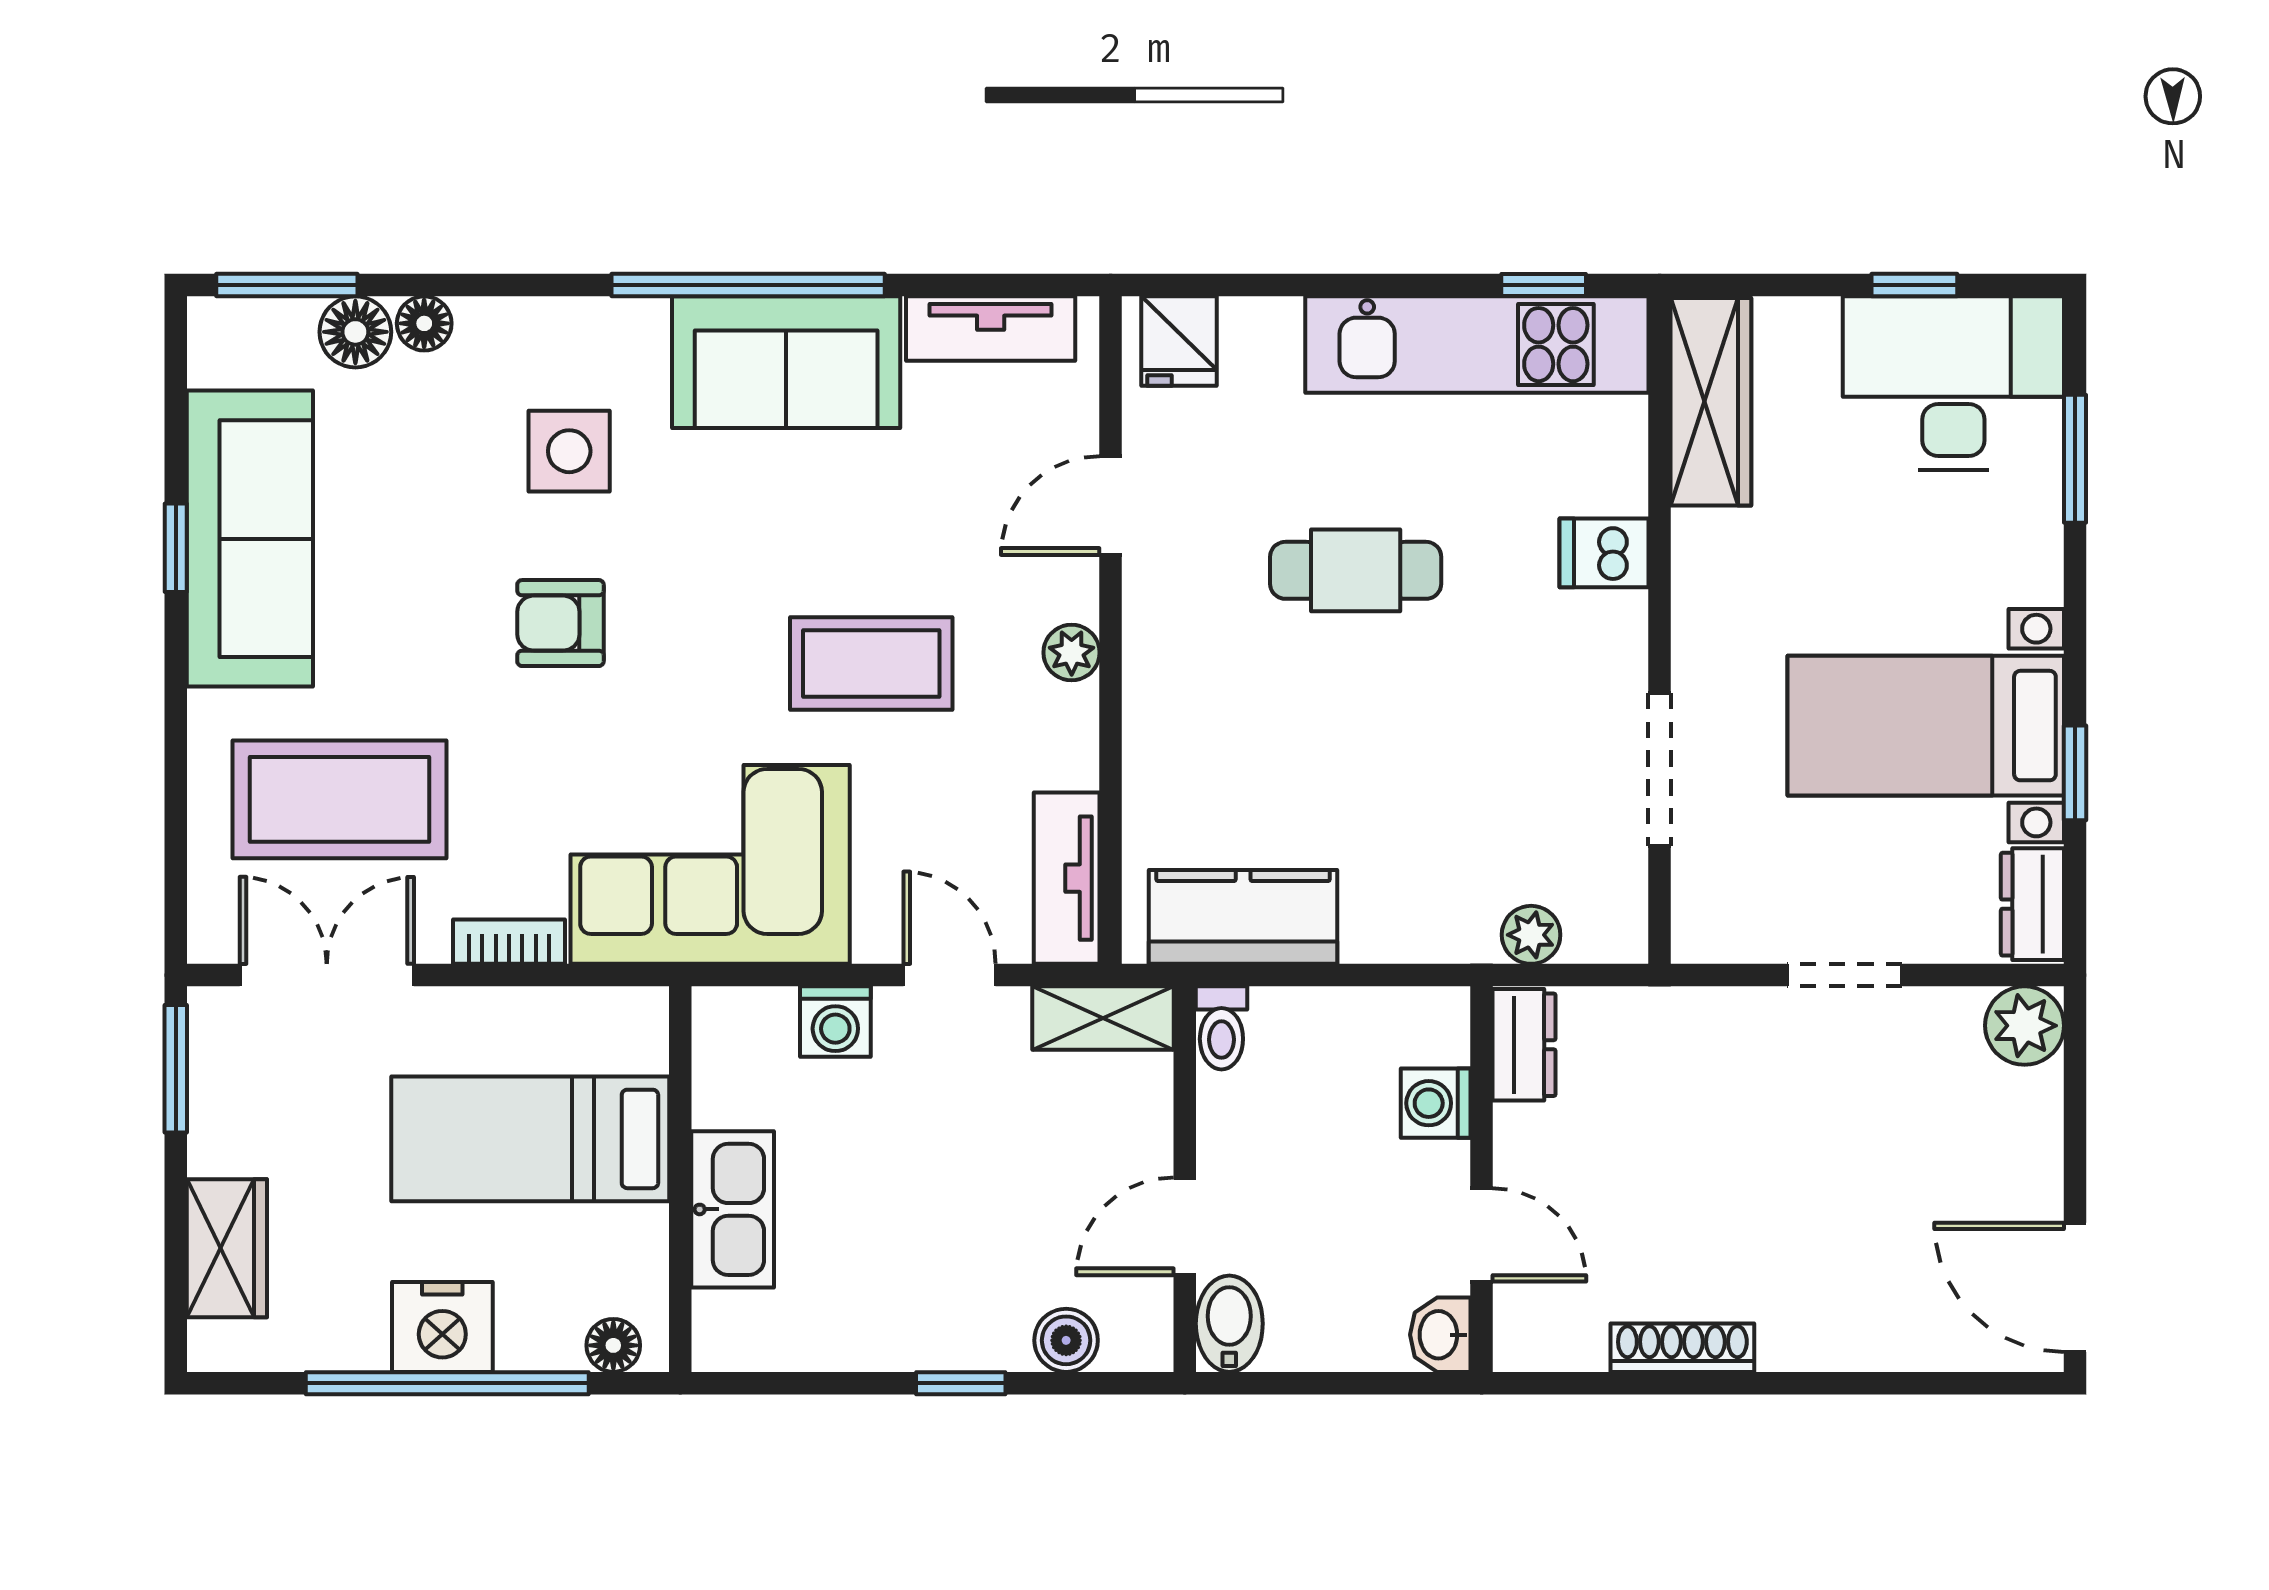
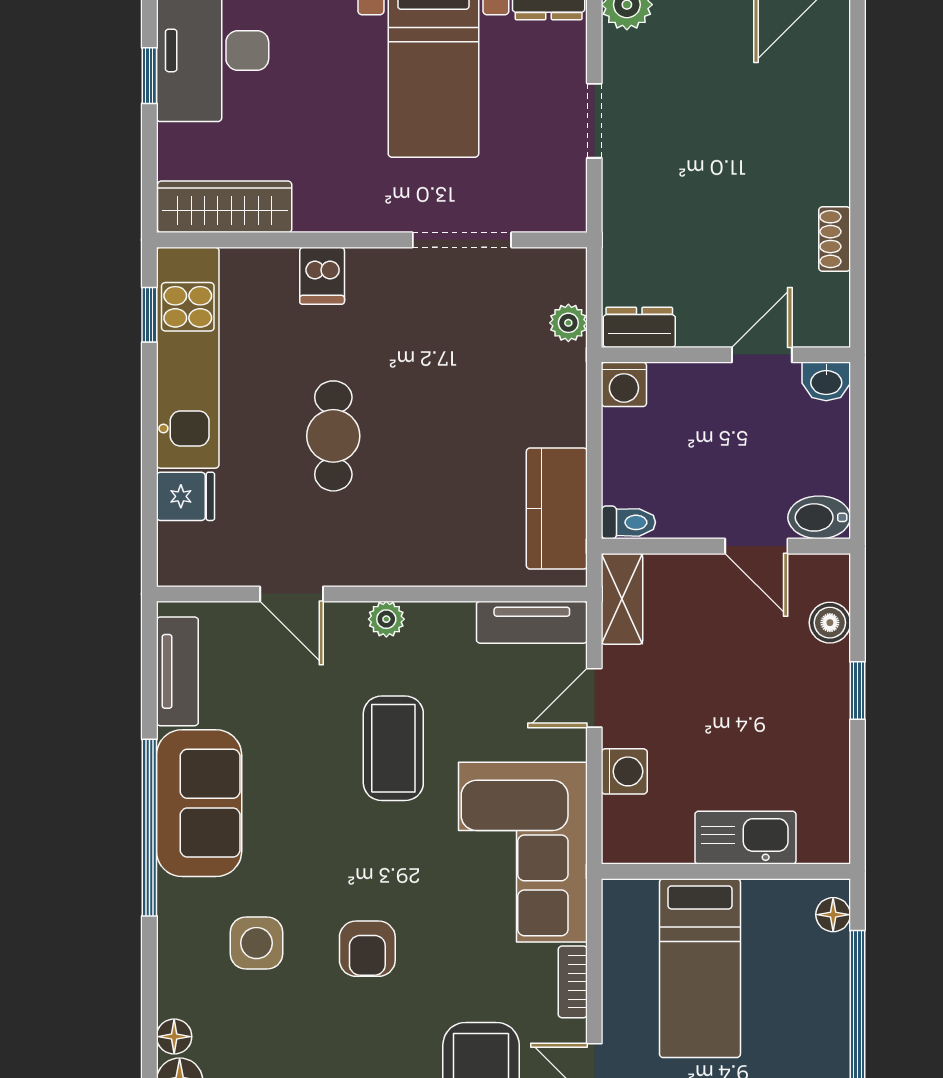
fridge: (1179, 341) -> (185, 496), moved
washing machine: (1436, 1103) -> (624, 384), moved
nightstand: (442, 1327) -> (821, 1025), removed
shoe rack: (1682, 1348) -> (835, 239), width x0.70

